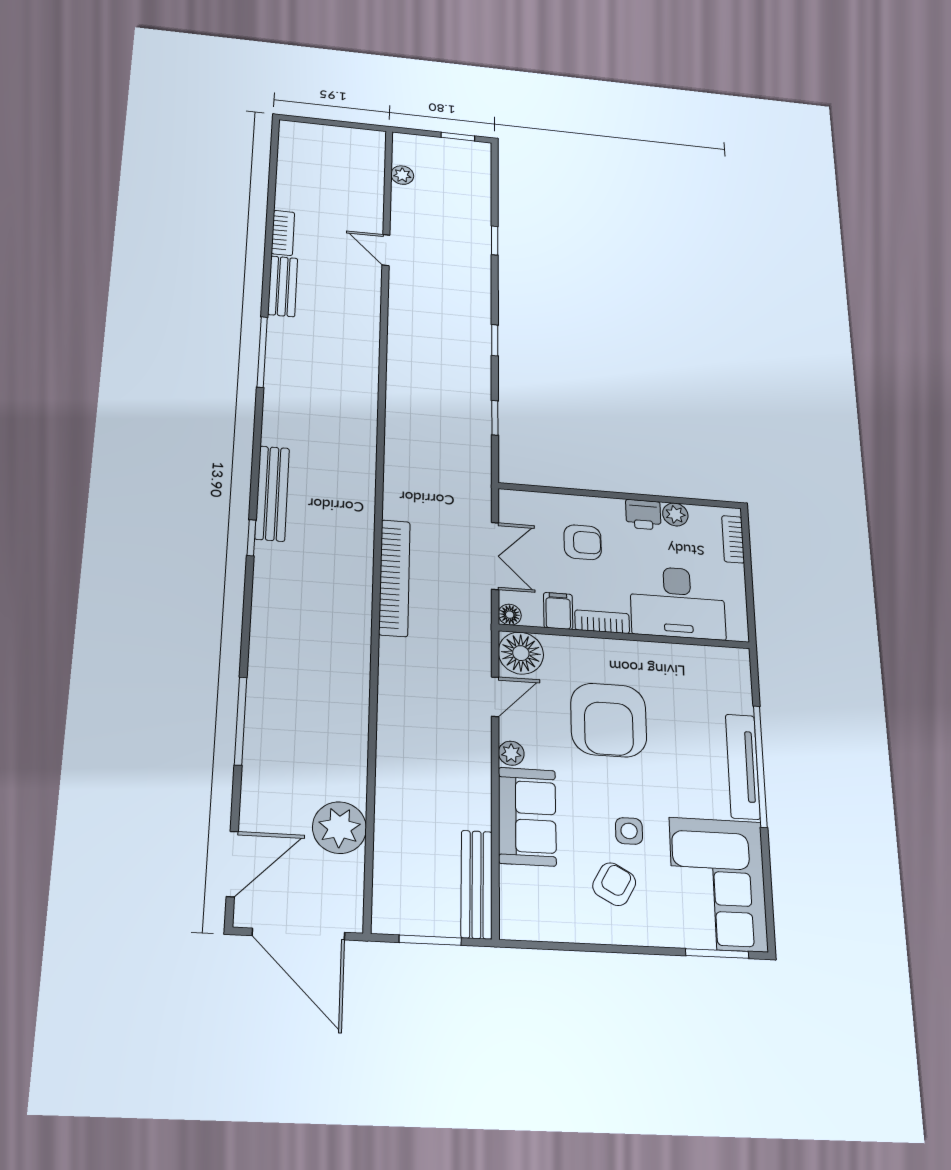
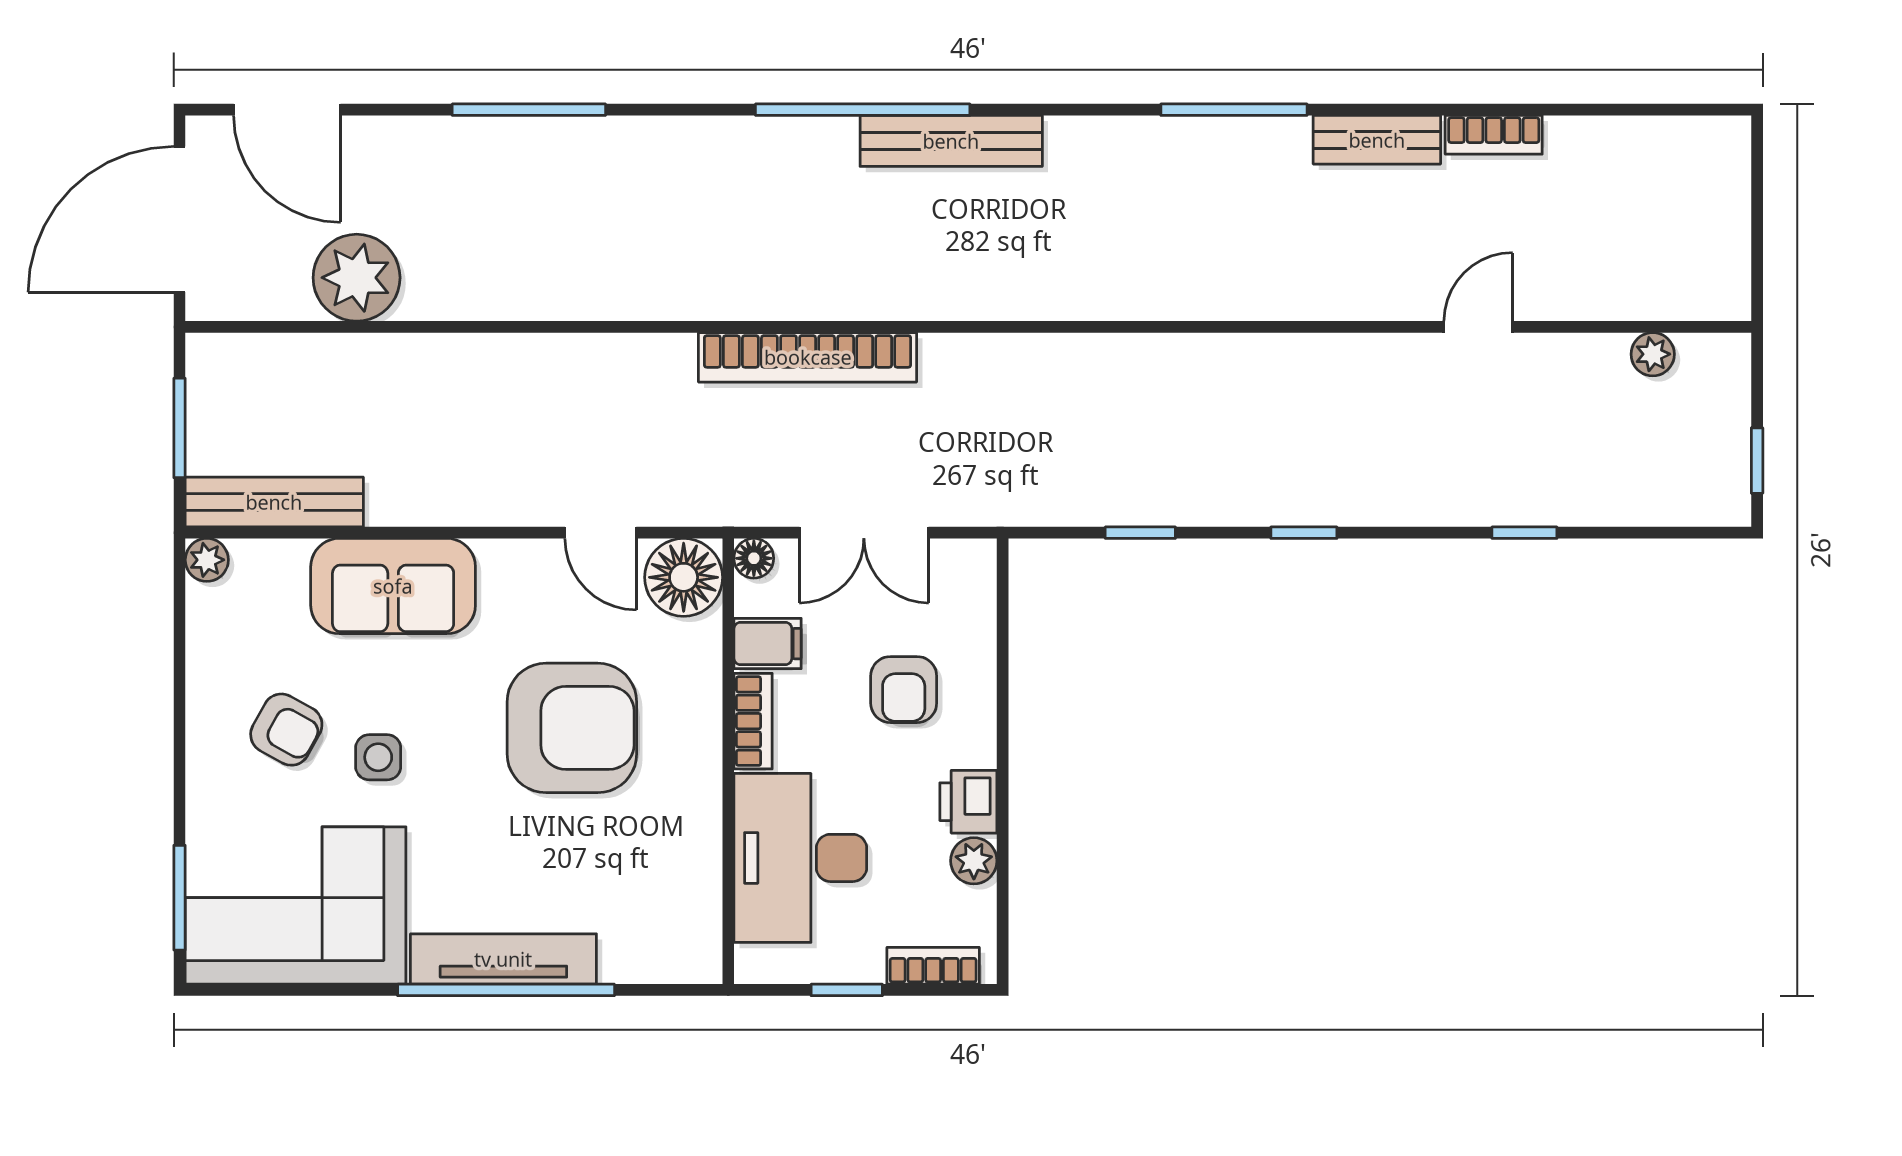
window: (251, 538) -> (863, 110), width x3.17
window: (749, 584) -> (847, 990), added
armchair: (609, 720) -> (572, 728), turned 180
plant: (511, 753) -> (207, 560), moved

